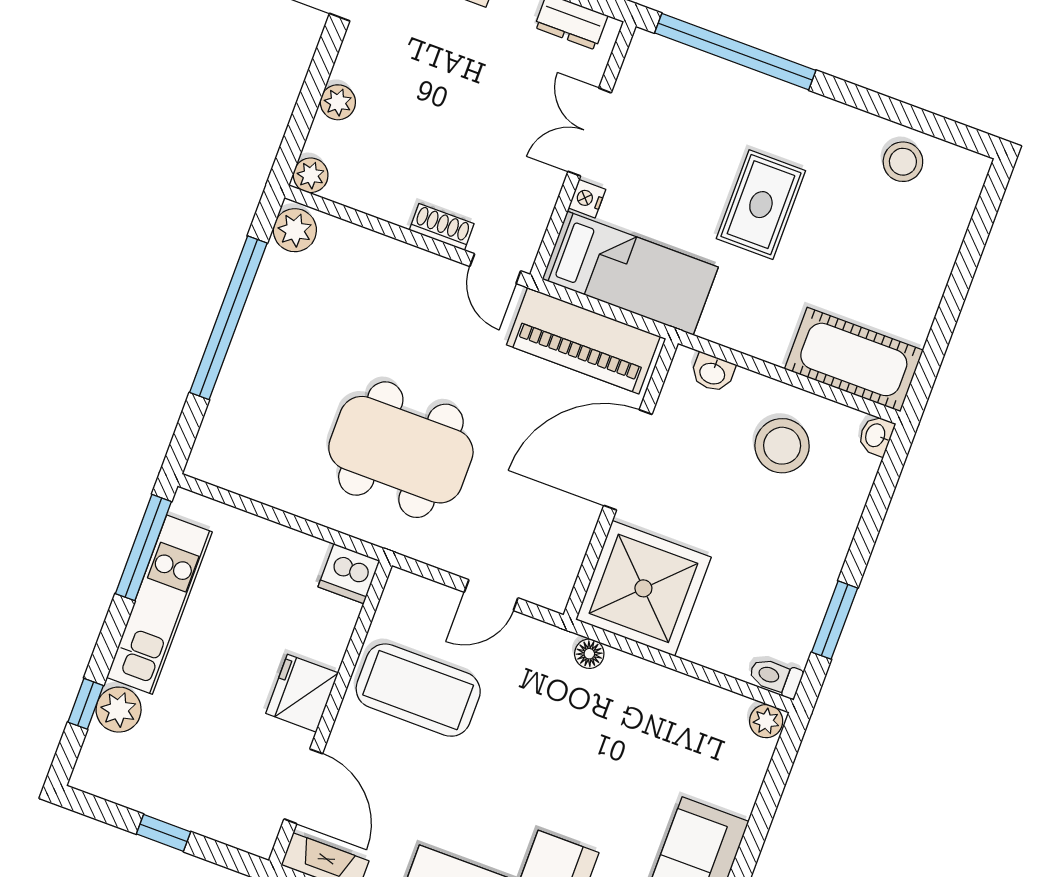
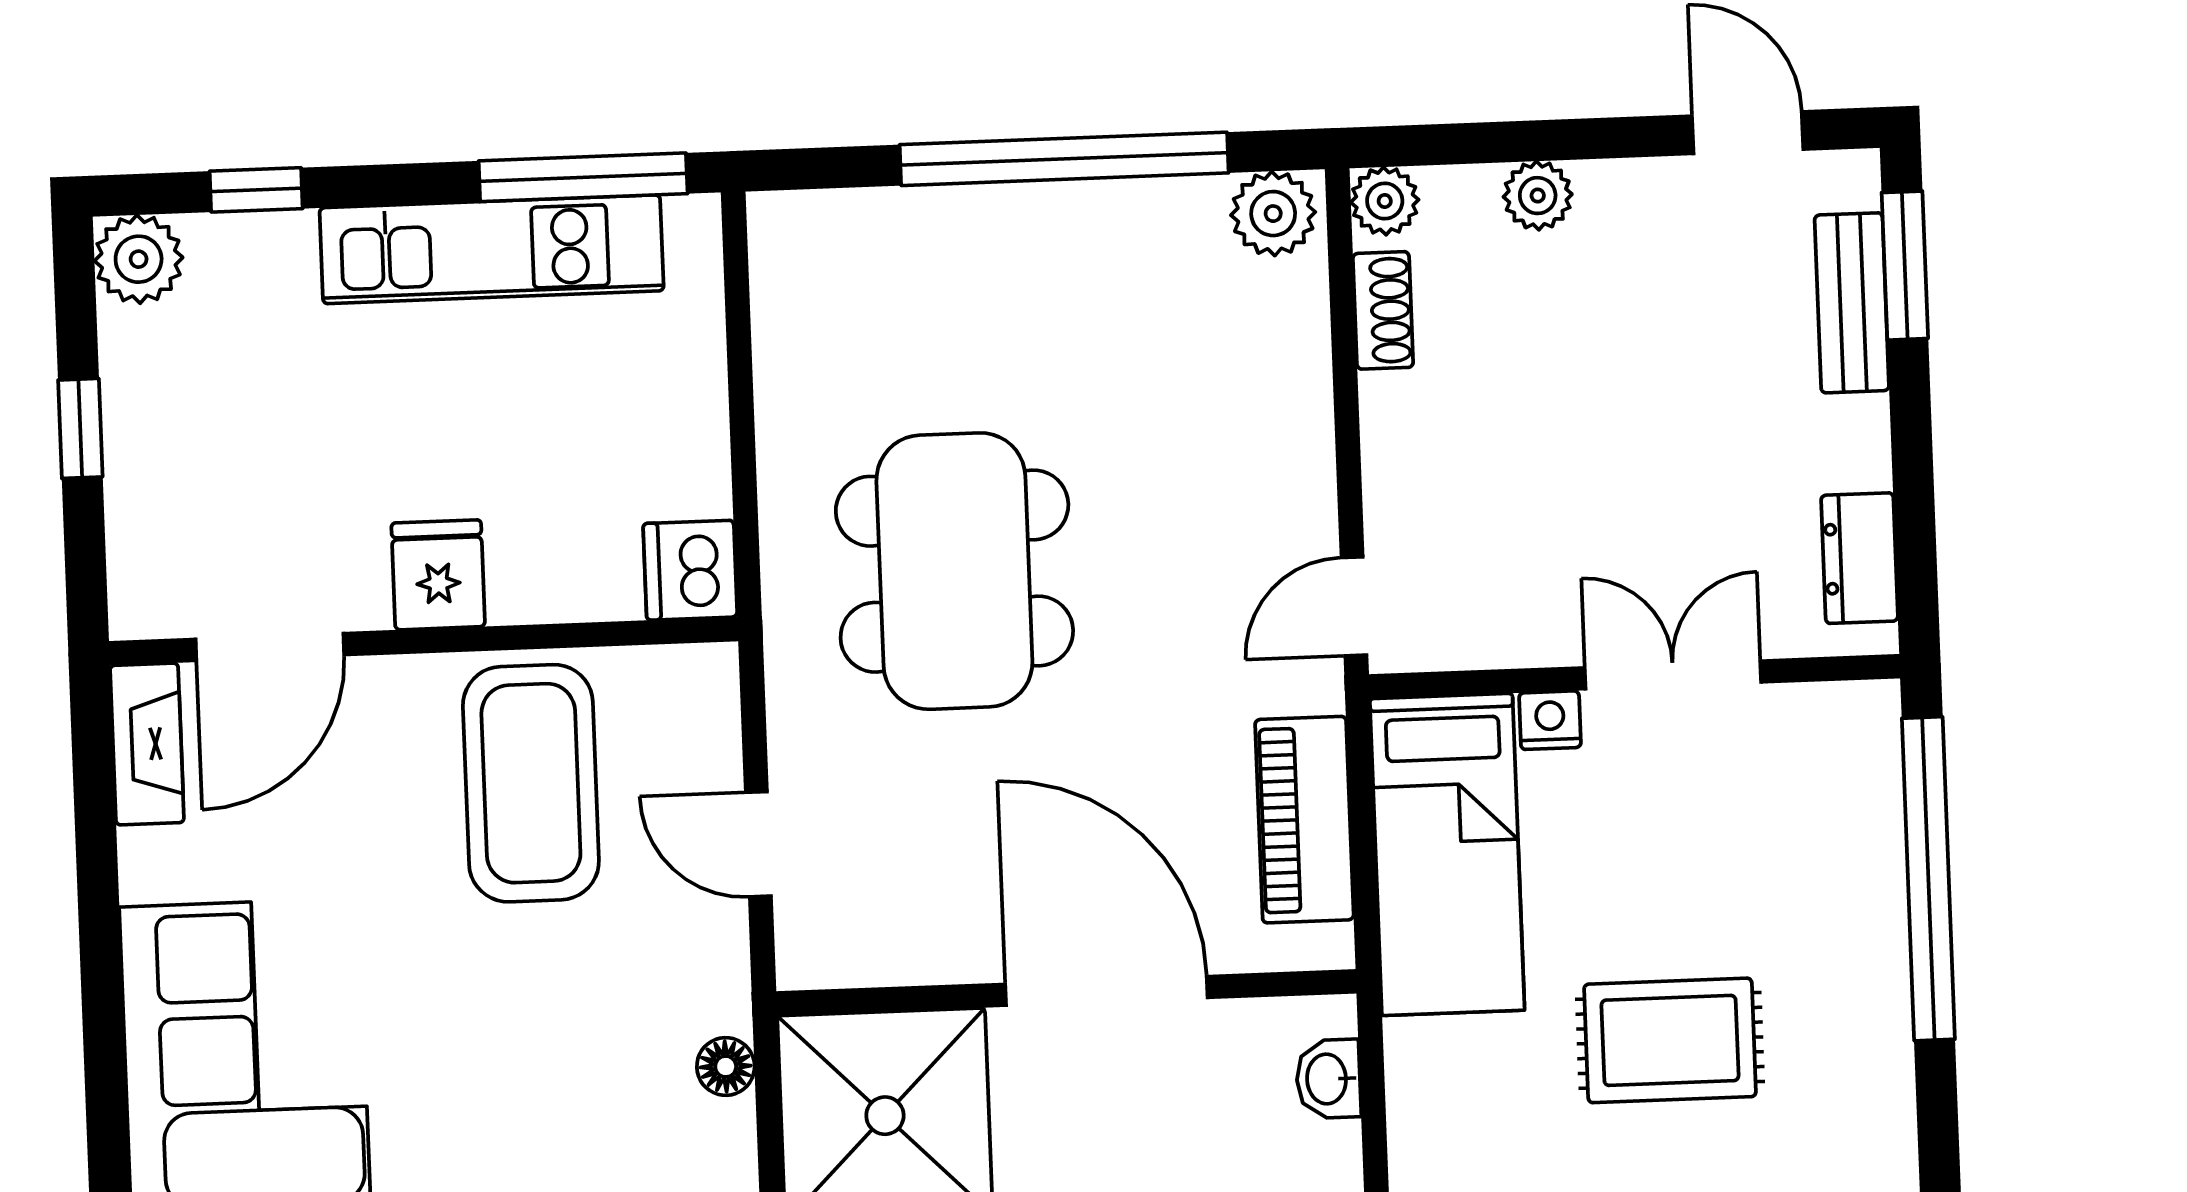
shoe rack: (442, 227) -> (1383, 310), moved
piano: (583, 341) -> (1304, 820), width x0.73, depth x0.75
fridge: (302, 693) -> (438, 575), width x0.72
plant: (119, 710) -> (139, 259), moved

